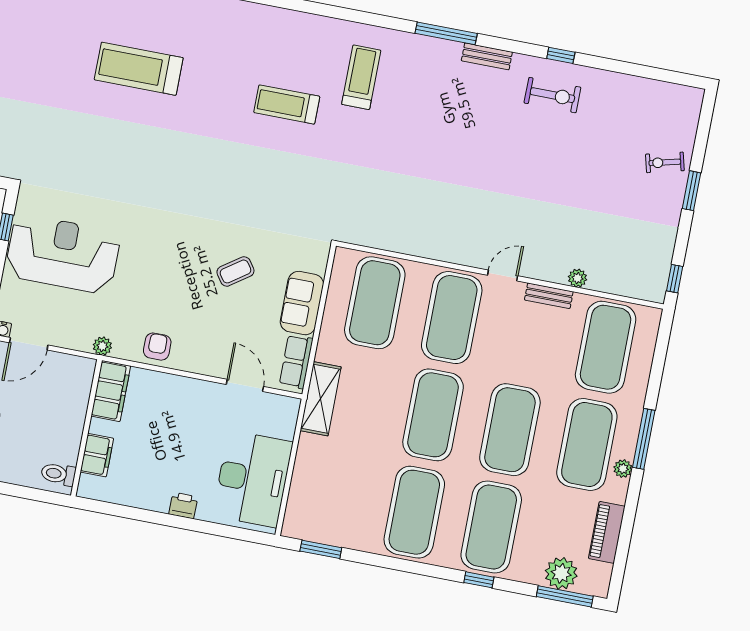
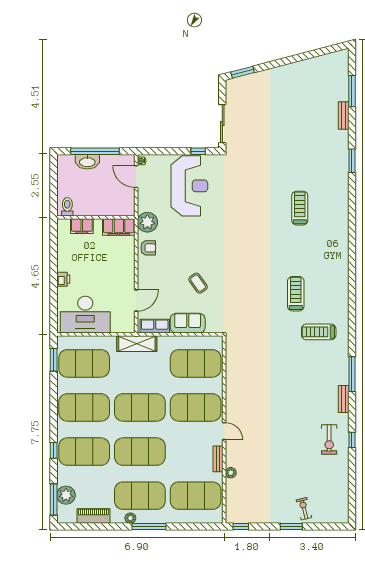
treadmill: (139, 69) -> (300, 208), width x0.73, depth x0.73
treadmill: (361, 77) -> (319, 332), turned 180
plant: (102, 346) -> (147, 222), width x1.88, depth x1.88
exercise mat: (337, 497) -> (84, 363), added

